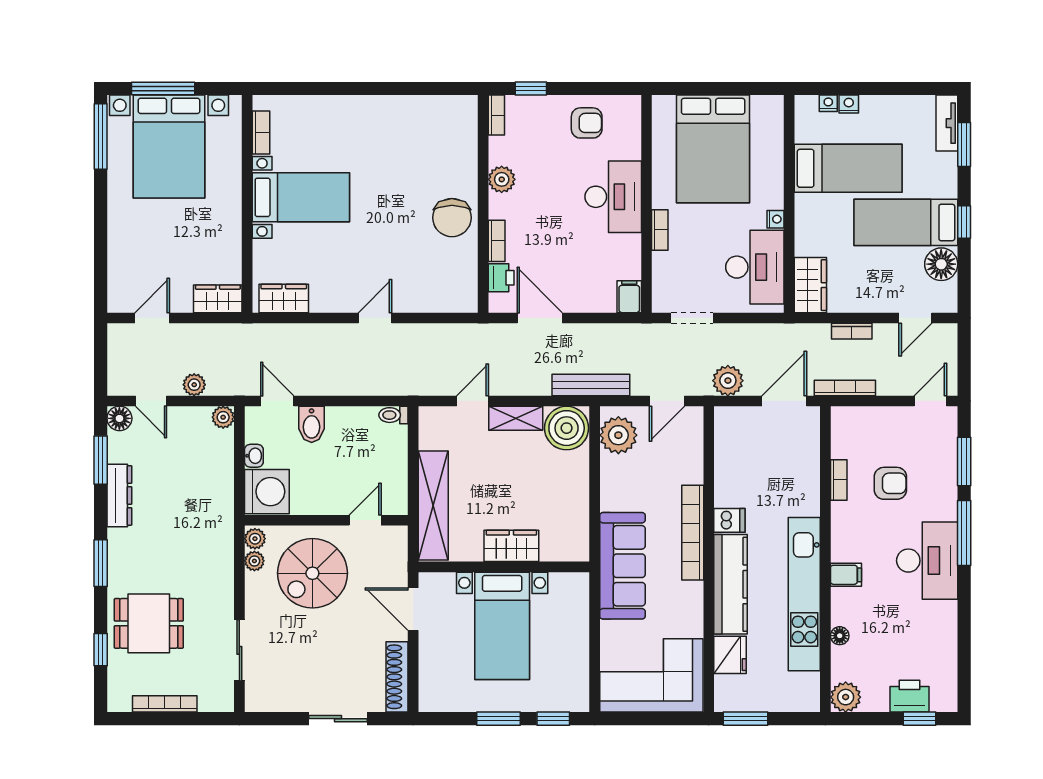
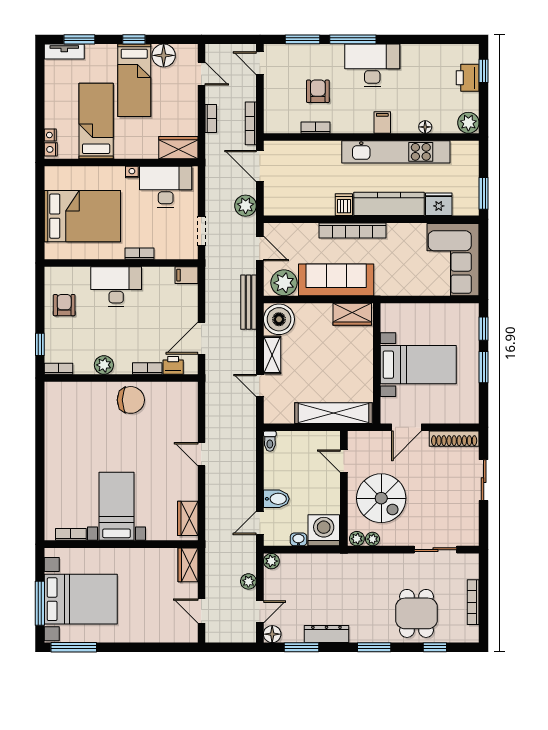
nightstand: (849, 104) -> (51, 149), moved
wardrobe: (511, 546) -> (352, 314), moved, turned -90
sofa: (622, 566) -> (336, 280), moved

